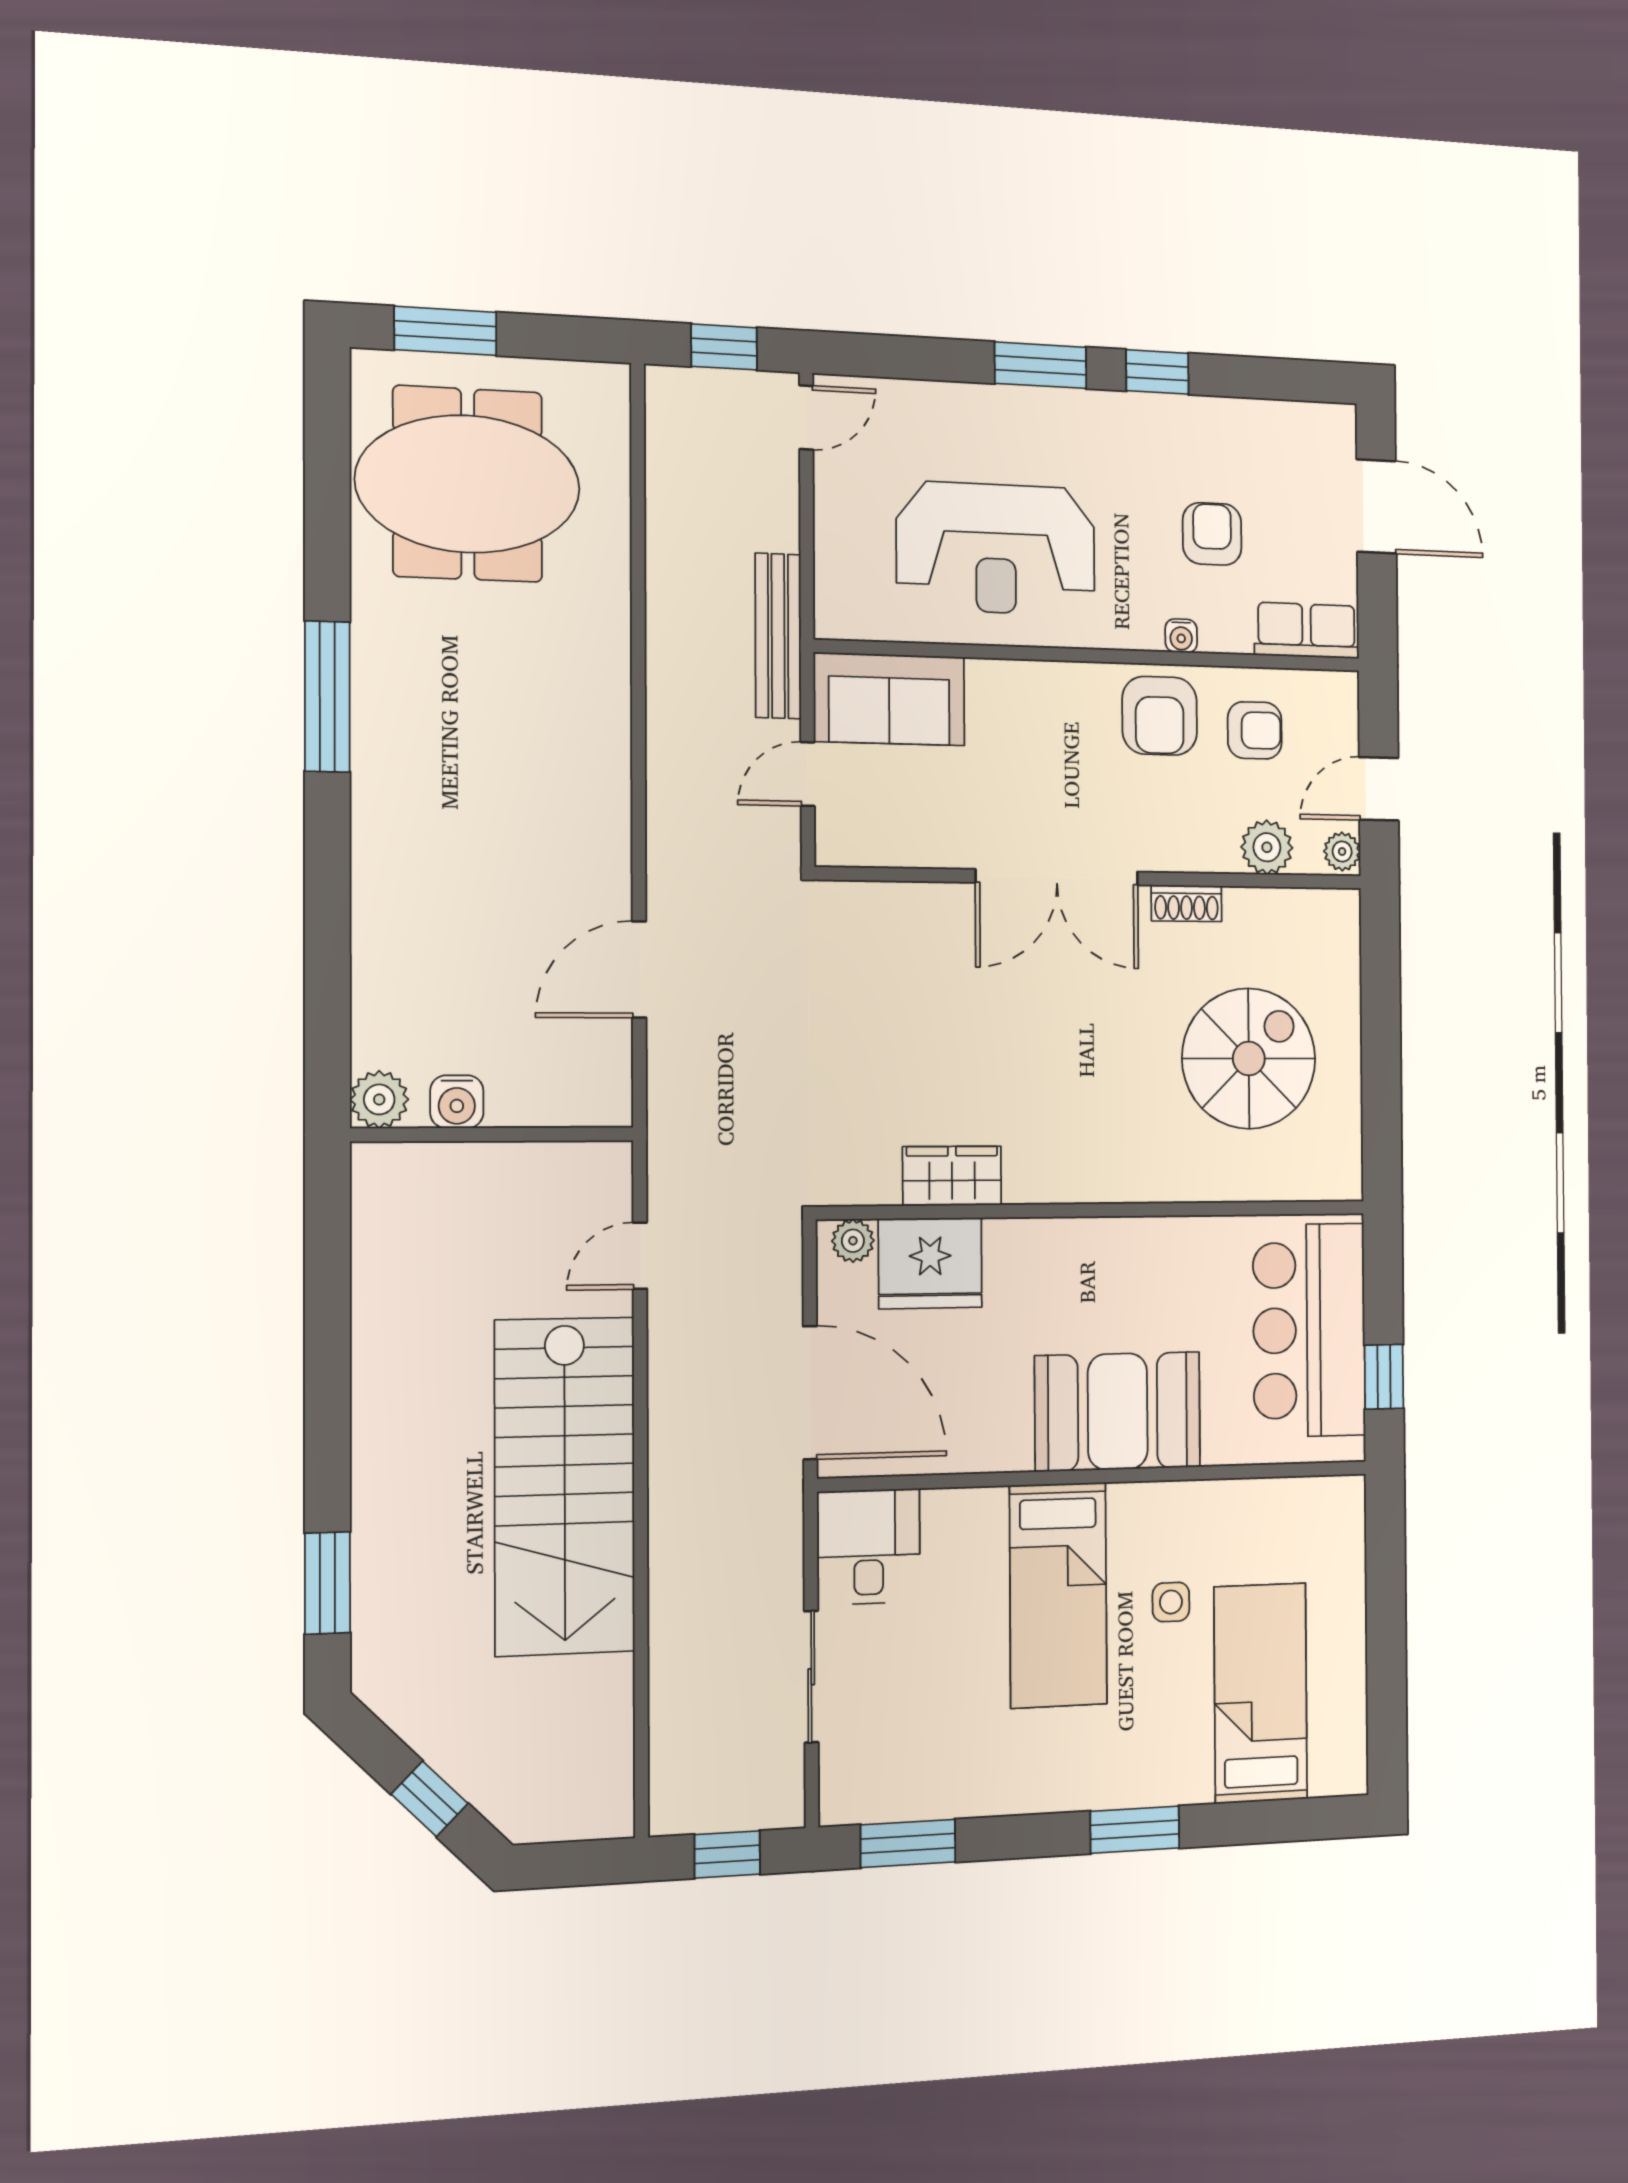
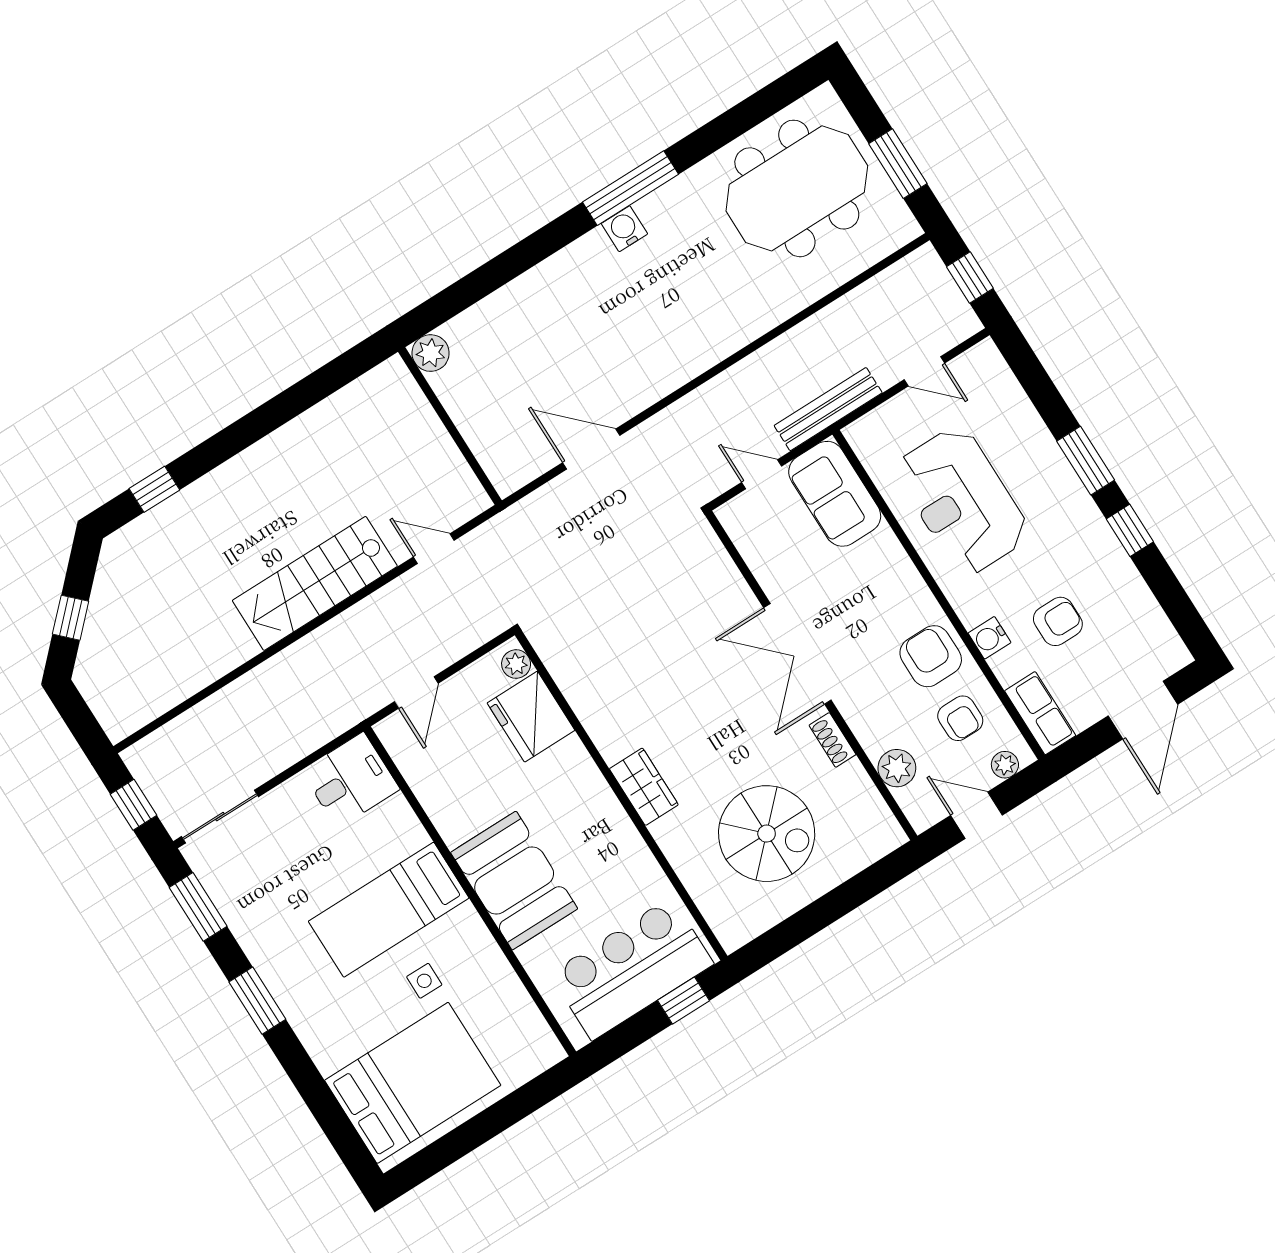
window: (445, 331) -> (898, 164), moved
door: (806, 417) -> (924, 371), moved
meeting table: (468, 484) -> (797, 188), turned 90
water cooler: (1181, 636) -> (990, 638), width x1.38, depth x1.38
armchair: (1160, 716) -> (931, 656), turned 90
plant: (1342, 851) -> (1005, 765), moved
water cooler: (457, 1102) -> (624, 229), moved, turned 90
wardrobe: (952, 1176) -> (644, 787), moved
window: (1384, 1377) -> (683, 1000), moved
door: (810, 1393) -> (416, 693), width x0.53
stairs: (565, 1486) -> (315, 583), width x0.73, depth x0.66
window: (327, 1583) -> (154, 489), width x0.67
sliding door: (811, 1677) -> (220, 817), moved
bed: (1261, 1693) -> (413, 1083), width x1.50
window: (1135, 1830) -> (257, 1001), moved

